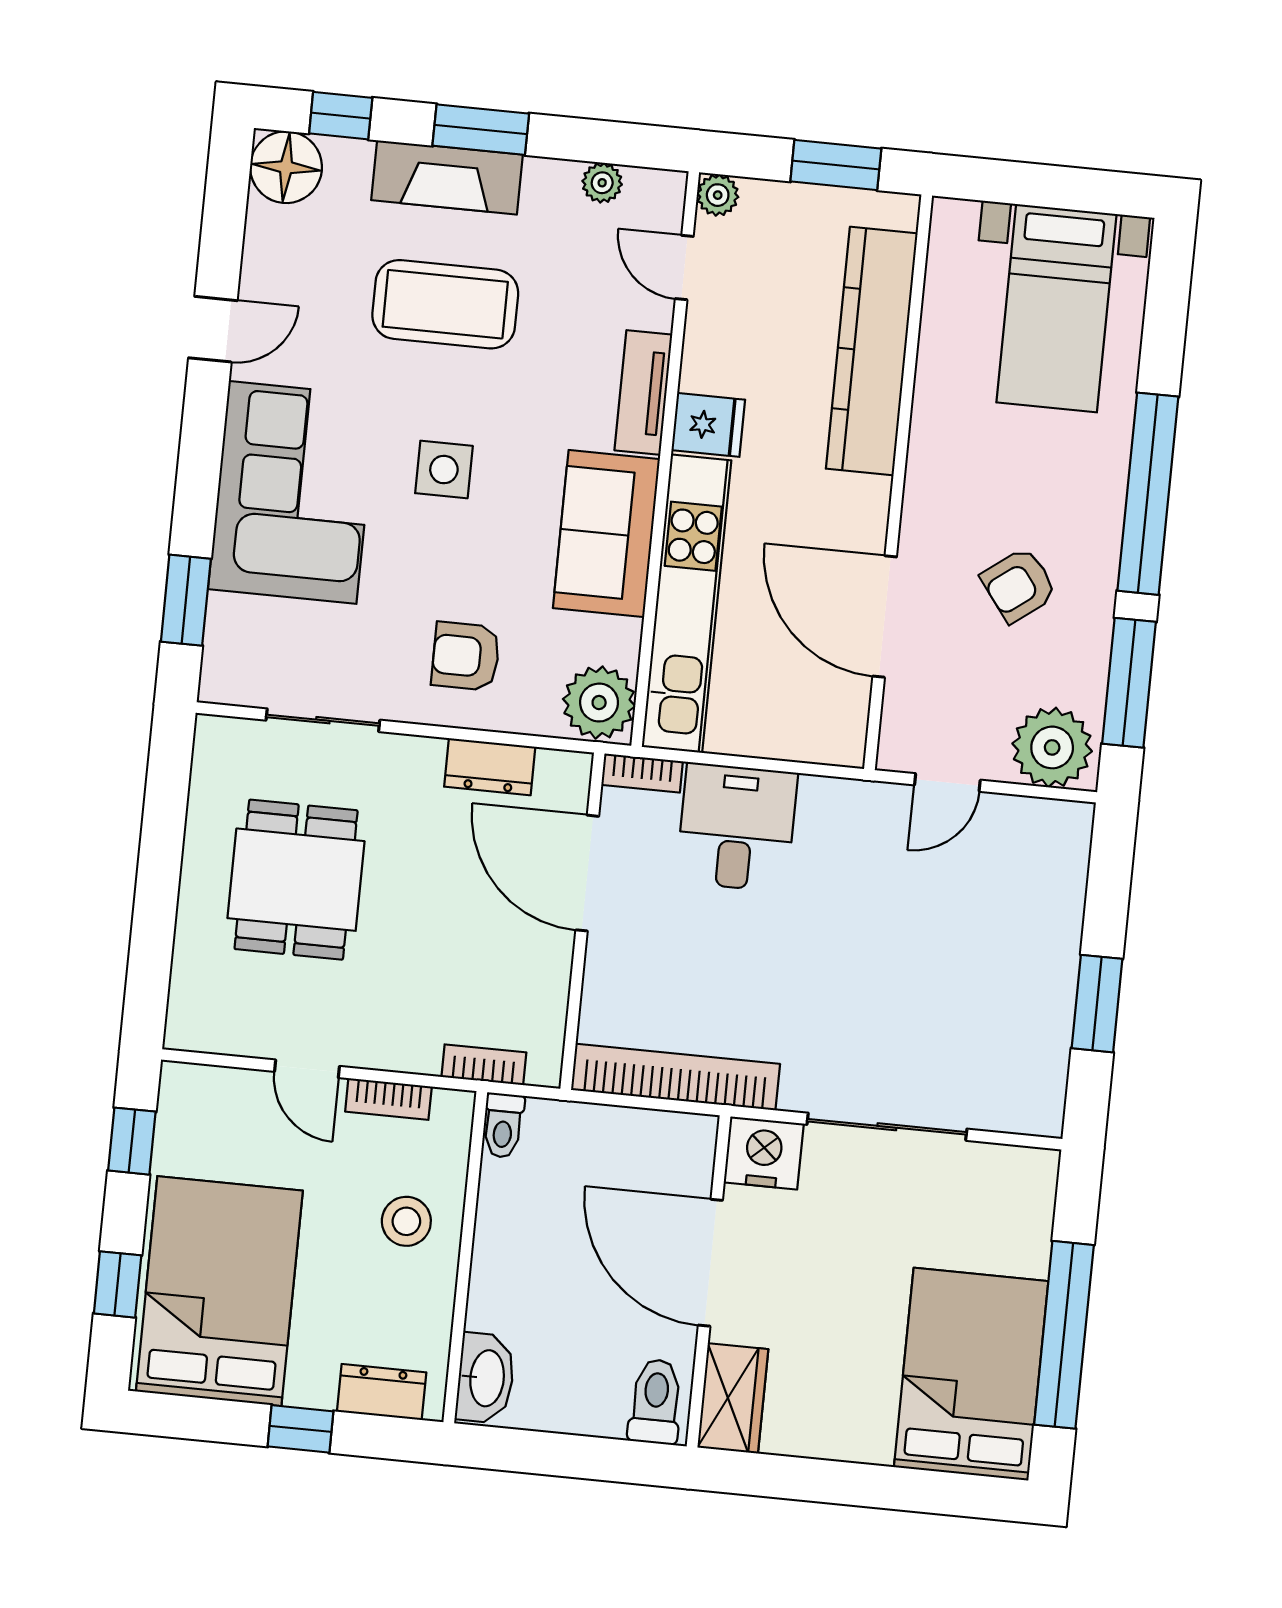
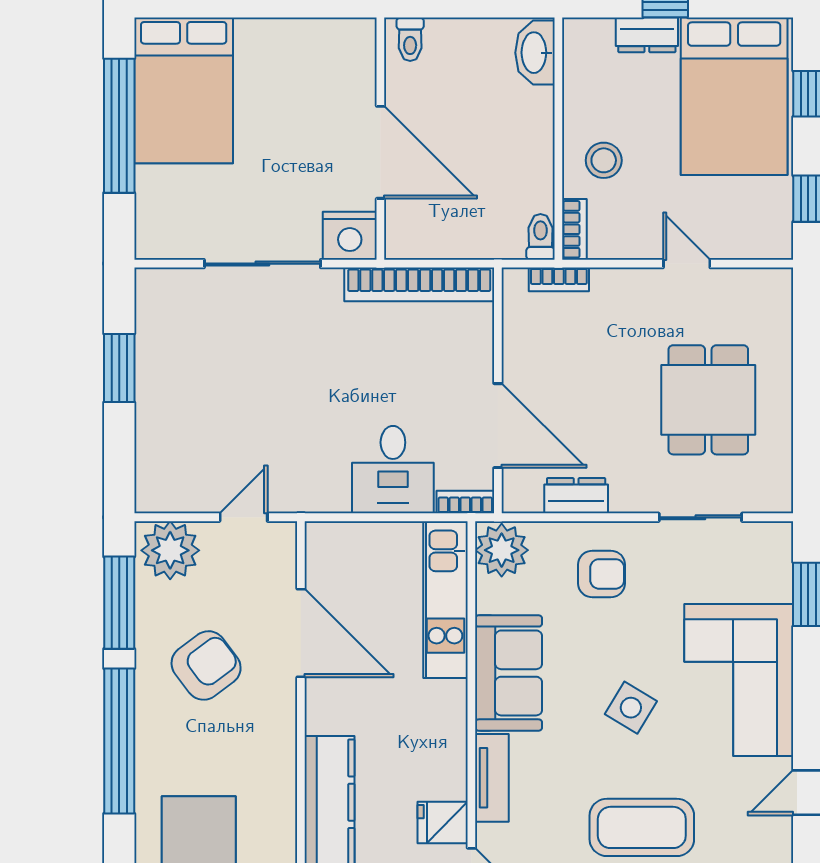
fridge: (708, 425) -> (443, 823), moved
side table: (444, 470) -> (631, 708), turned 31
armchair: (1019, 585) -> (206, 665), width x1.38, depth x1.38
kitchen unit: (687, 604) -> (445, 600), width x0.73
bookcase: (388, 1099) -> (574, 229), moved, turned 90
dresser: (382, 1392) -> (647, 35), moved
wardrobe: (733, 1398) -> (354, 56), removed
toilet: (656, 1402) -> (410, 39), width x0.73, depth x0.72

